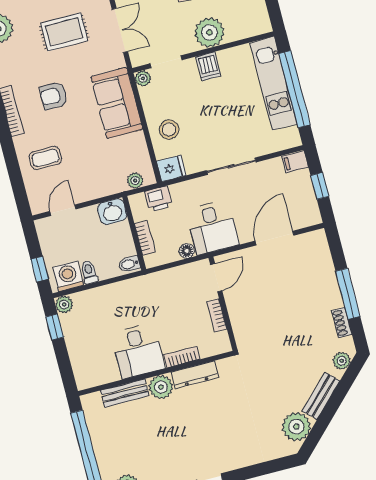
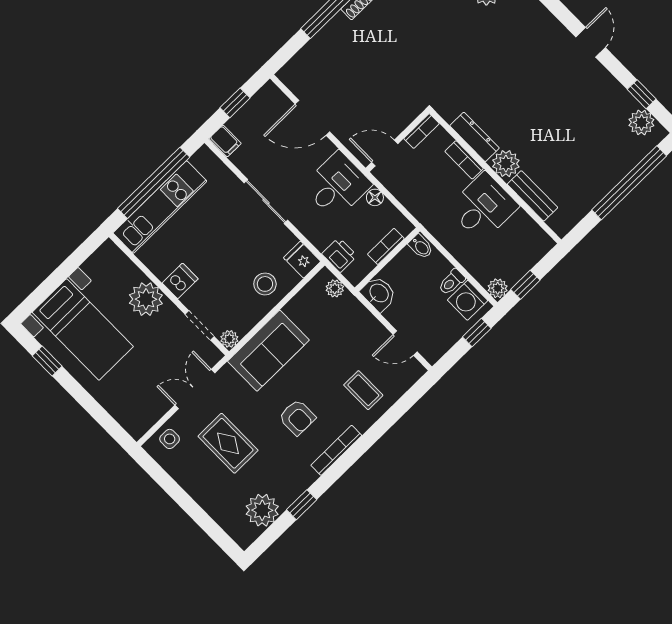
desk: (138, 351) -> (483, 207), moved
bookcase: (182, 357) -> (464, 160), moved
wall: (156, 373) -> (495, 176), moved
dresser: (195, 375) -> (475, 137), moved
plant: (161, 387) -> (506, 164), moved
bench: (125, 393) -> (532, 196), moved

